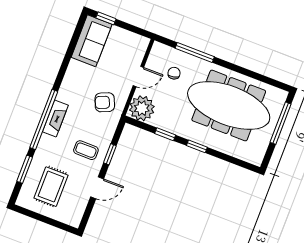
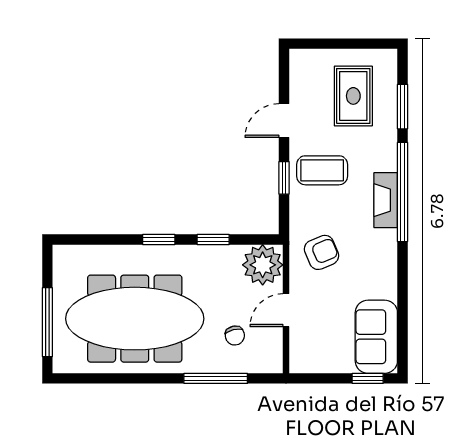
coffee table: (86, 150) -> (322, 170), width x1.36, depth x1.30

